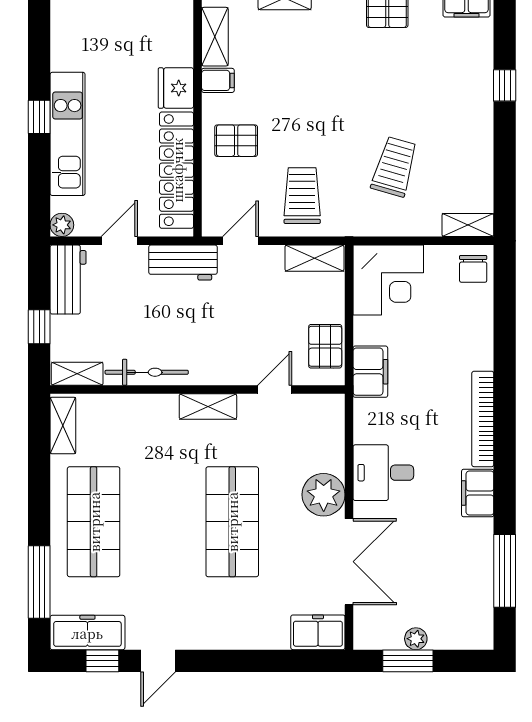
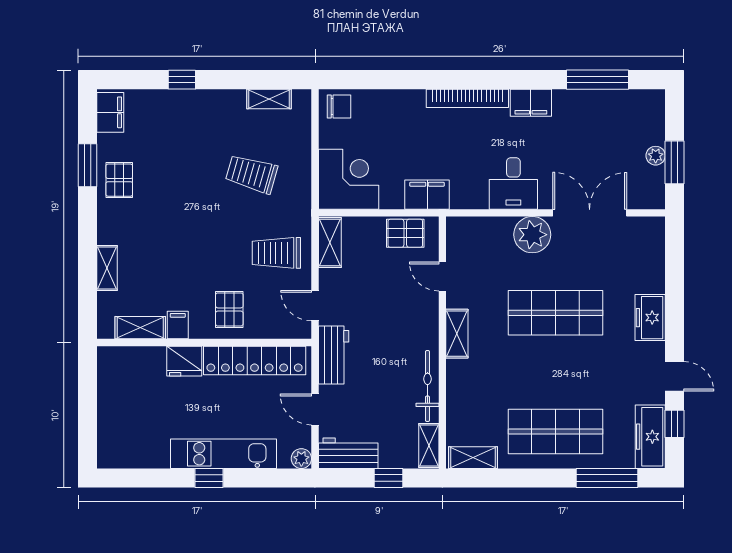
shelving: (468, 225) -> (269, 99), moved, turned 90
freezer: (318, 632) -> (650, 318), moved

